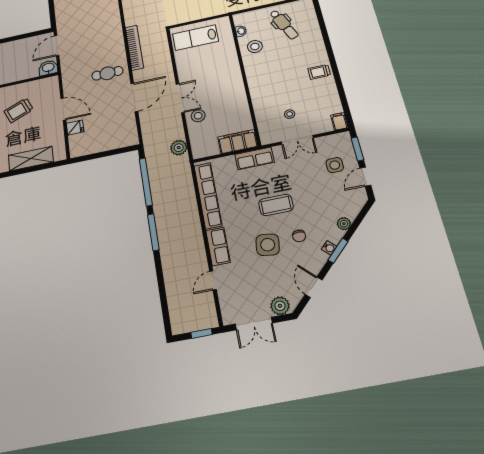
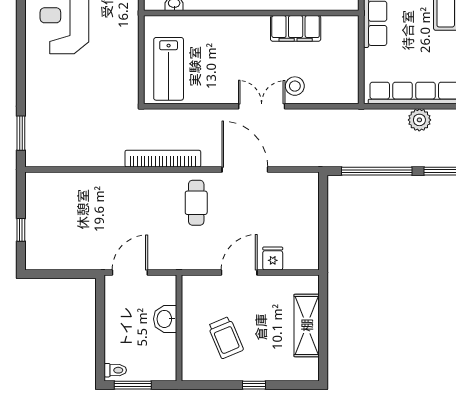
door: (57, 46) -> (130, 273), swing flipped
washbasin: (48, 68) -> (165, 319), moved
filing cabinet: (238, 142) -> (296, 28), moved, turned -90
plant: (179, 148) -> (419, 120), moved

